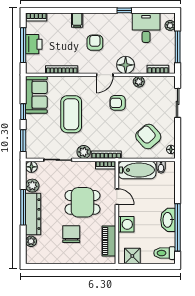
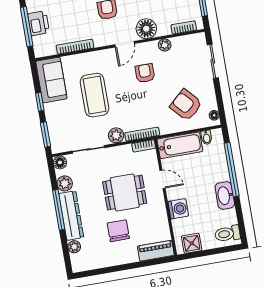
armchair: (118, 103) -> (145, 73), turned 90
window: (178, 227) -> (232, 170), moved
piano: (109, 241) -> (156, 251), moved, turned 90

